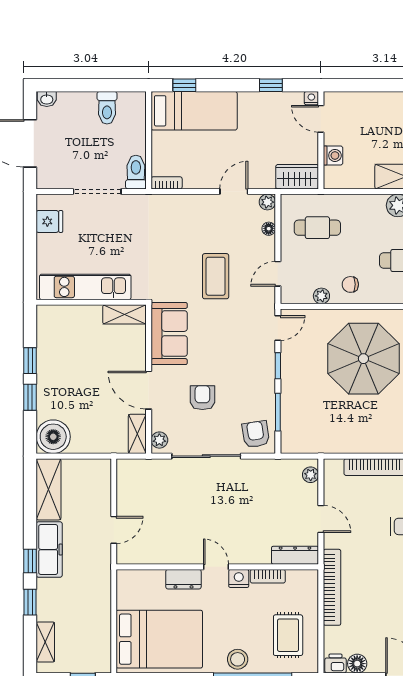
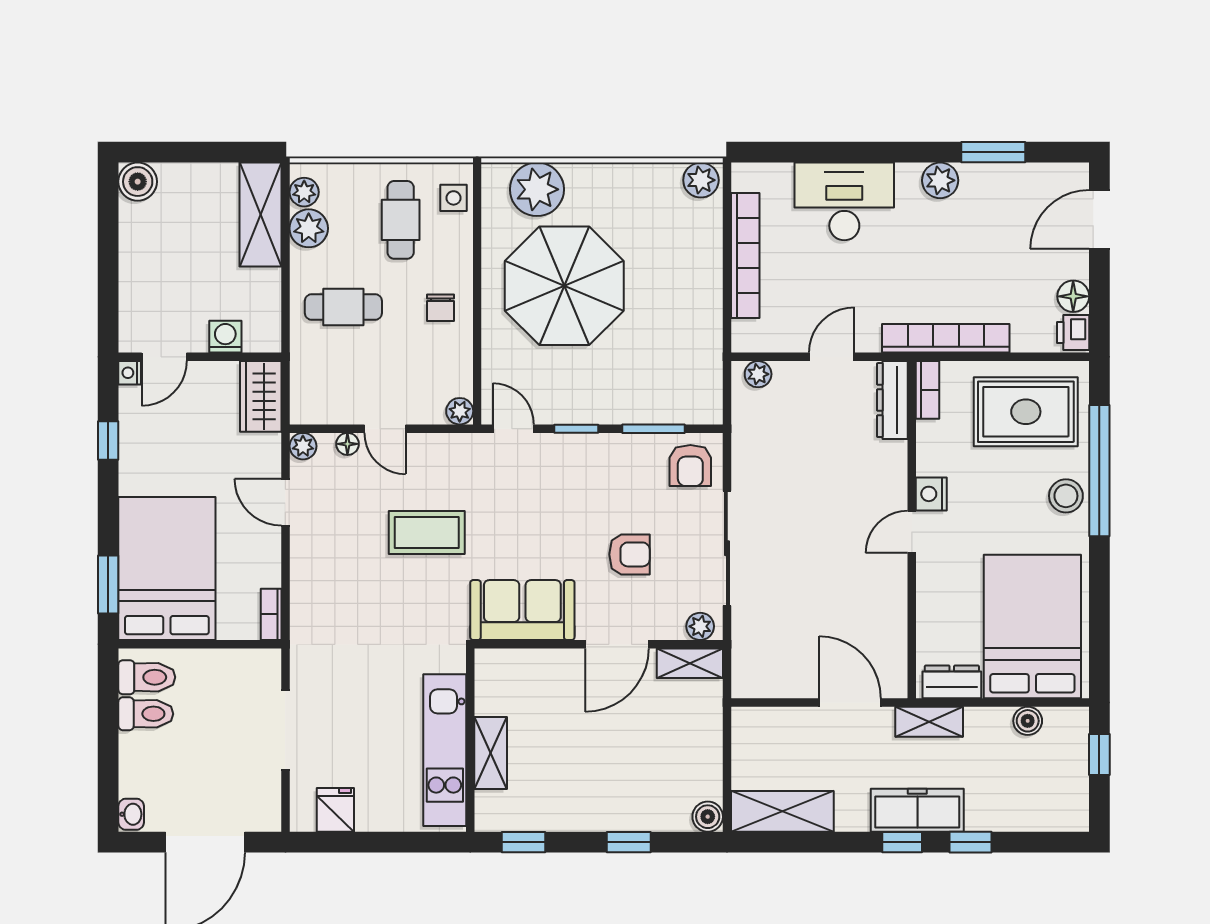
window: (184, 85) -> (108, 585), width x1.50
bed: (194, 111) -> (167, 568), width x1.50
toilet: (136, 172) -> (147, 677), moved, turned 180
cafe table: (317, 228) -> (343, 307), moved, turned 90
door: (278, 274) -> (385, 429), moved
plant: (321, 296) -> (460, 411), moved
shelving: (125, 314) -> (491, 753), moved
window: (30, 361) -> (523, 842), moved
armchair: (202, 398) -> (629, 554), turned 180
armchair: (256, 434) -> (690, 466), turned -81
boiler: (53, 437) -> (708, 817), width x0.54, depth x0.54
door: (114, 530) -> (850, 702), width x1.38
freezer: (49, 550) -> (917, 810), moved
bookcase: (268, 576) -> (927, 390), moved
dresser: (183, 579) -> (952, 682), moved, turned -90
rug: (288, 635) -> (1026, 412), width x1.36, depth x1.43
boiler: (103, 636) -> (1028, 721), added
shelving: (45, 642) -> (929, 722), moved

